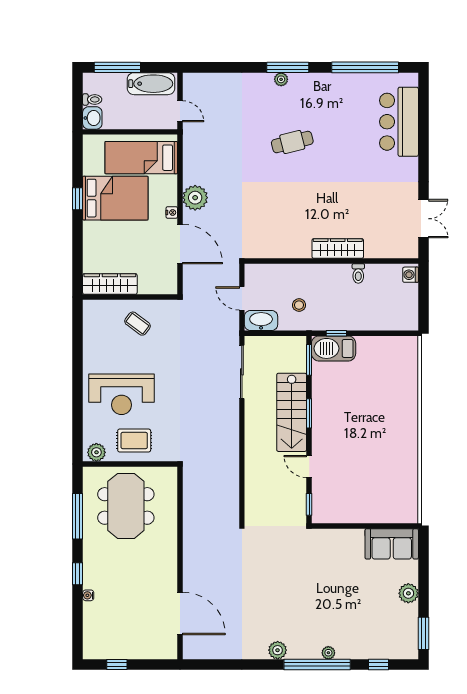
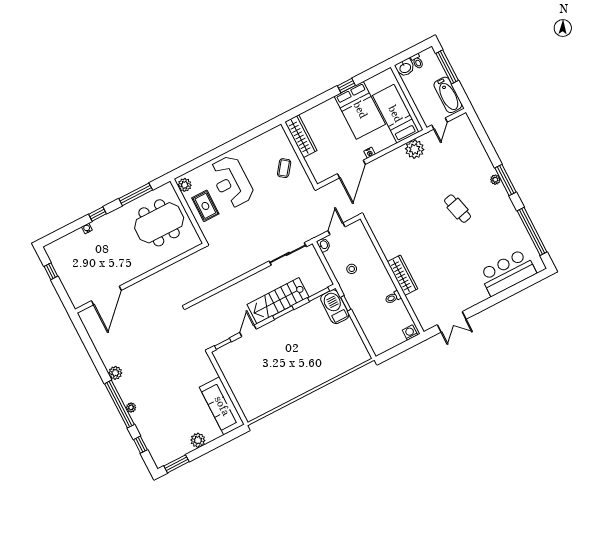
plant: (195, 198) -> (415, 149), moved
washbasin: (261, 321) -> (324, 245), width x0.52, depth x0.69
sofa: (392, 544) -> (222, 406), width x1.36

